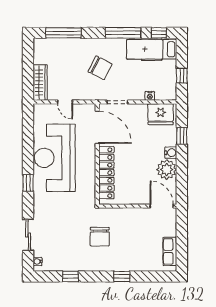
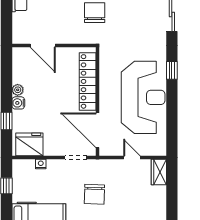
chair: (100, 68) -> (94, 194), turned -115
wardrobe: (40, 83) -> (159, 172), width x0.67
plant: (167, 170) -> (18, 90), width x0.53, depth x0.53
door: (162, 206) -> (43, 46), moved

